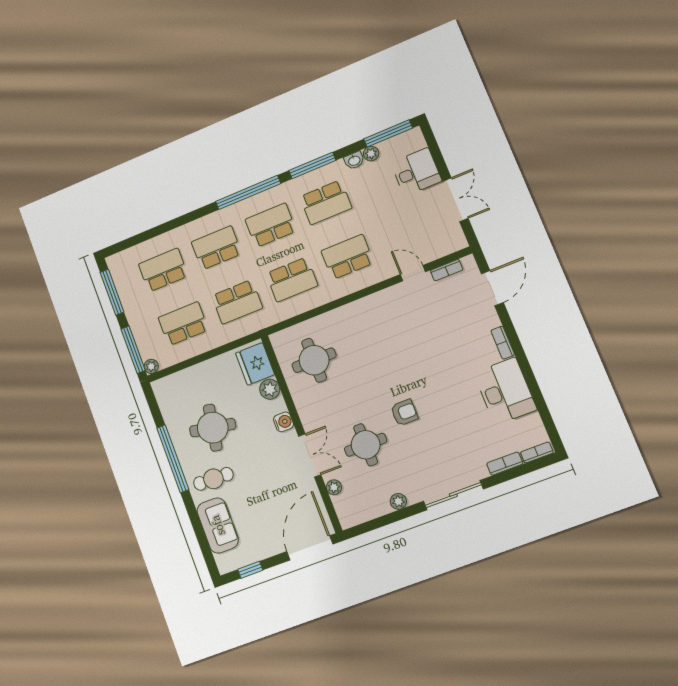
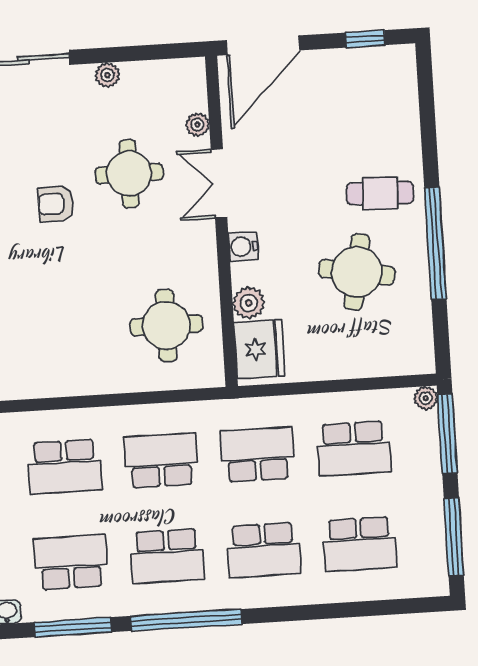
sofa: (218, 525) -> (396, 120), removed

